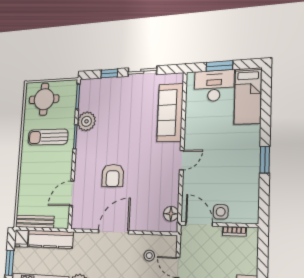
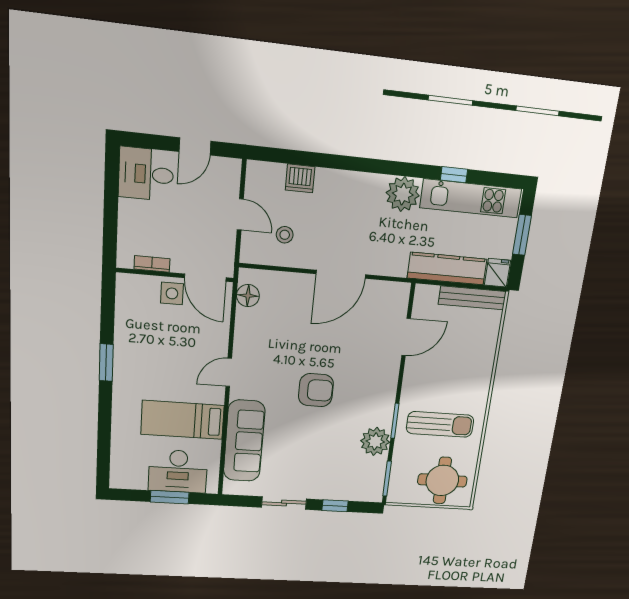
bed: (248, 96) -> (183, 420), moved, turned -90
armchair: (113, 176) -> (316, 390), moved, turned 90

